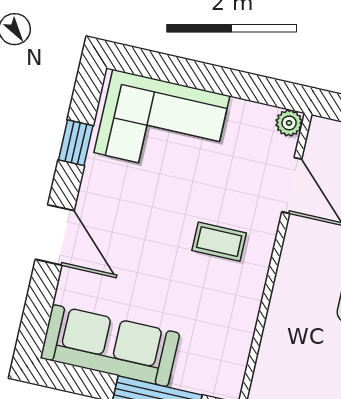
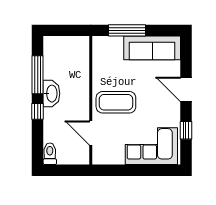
plant: (289, 123) -> (98, 159), removed
coffee table: (219, 242) -> (116, 102), width x1.86, depth x1.72

